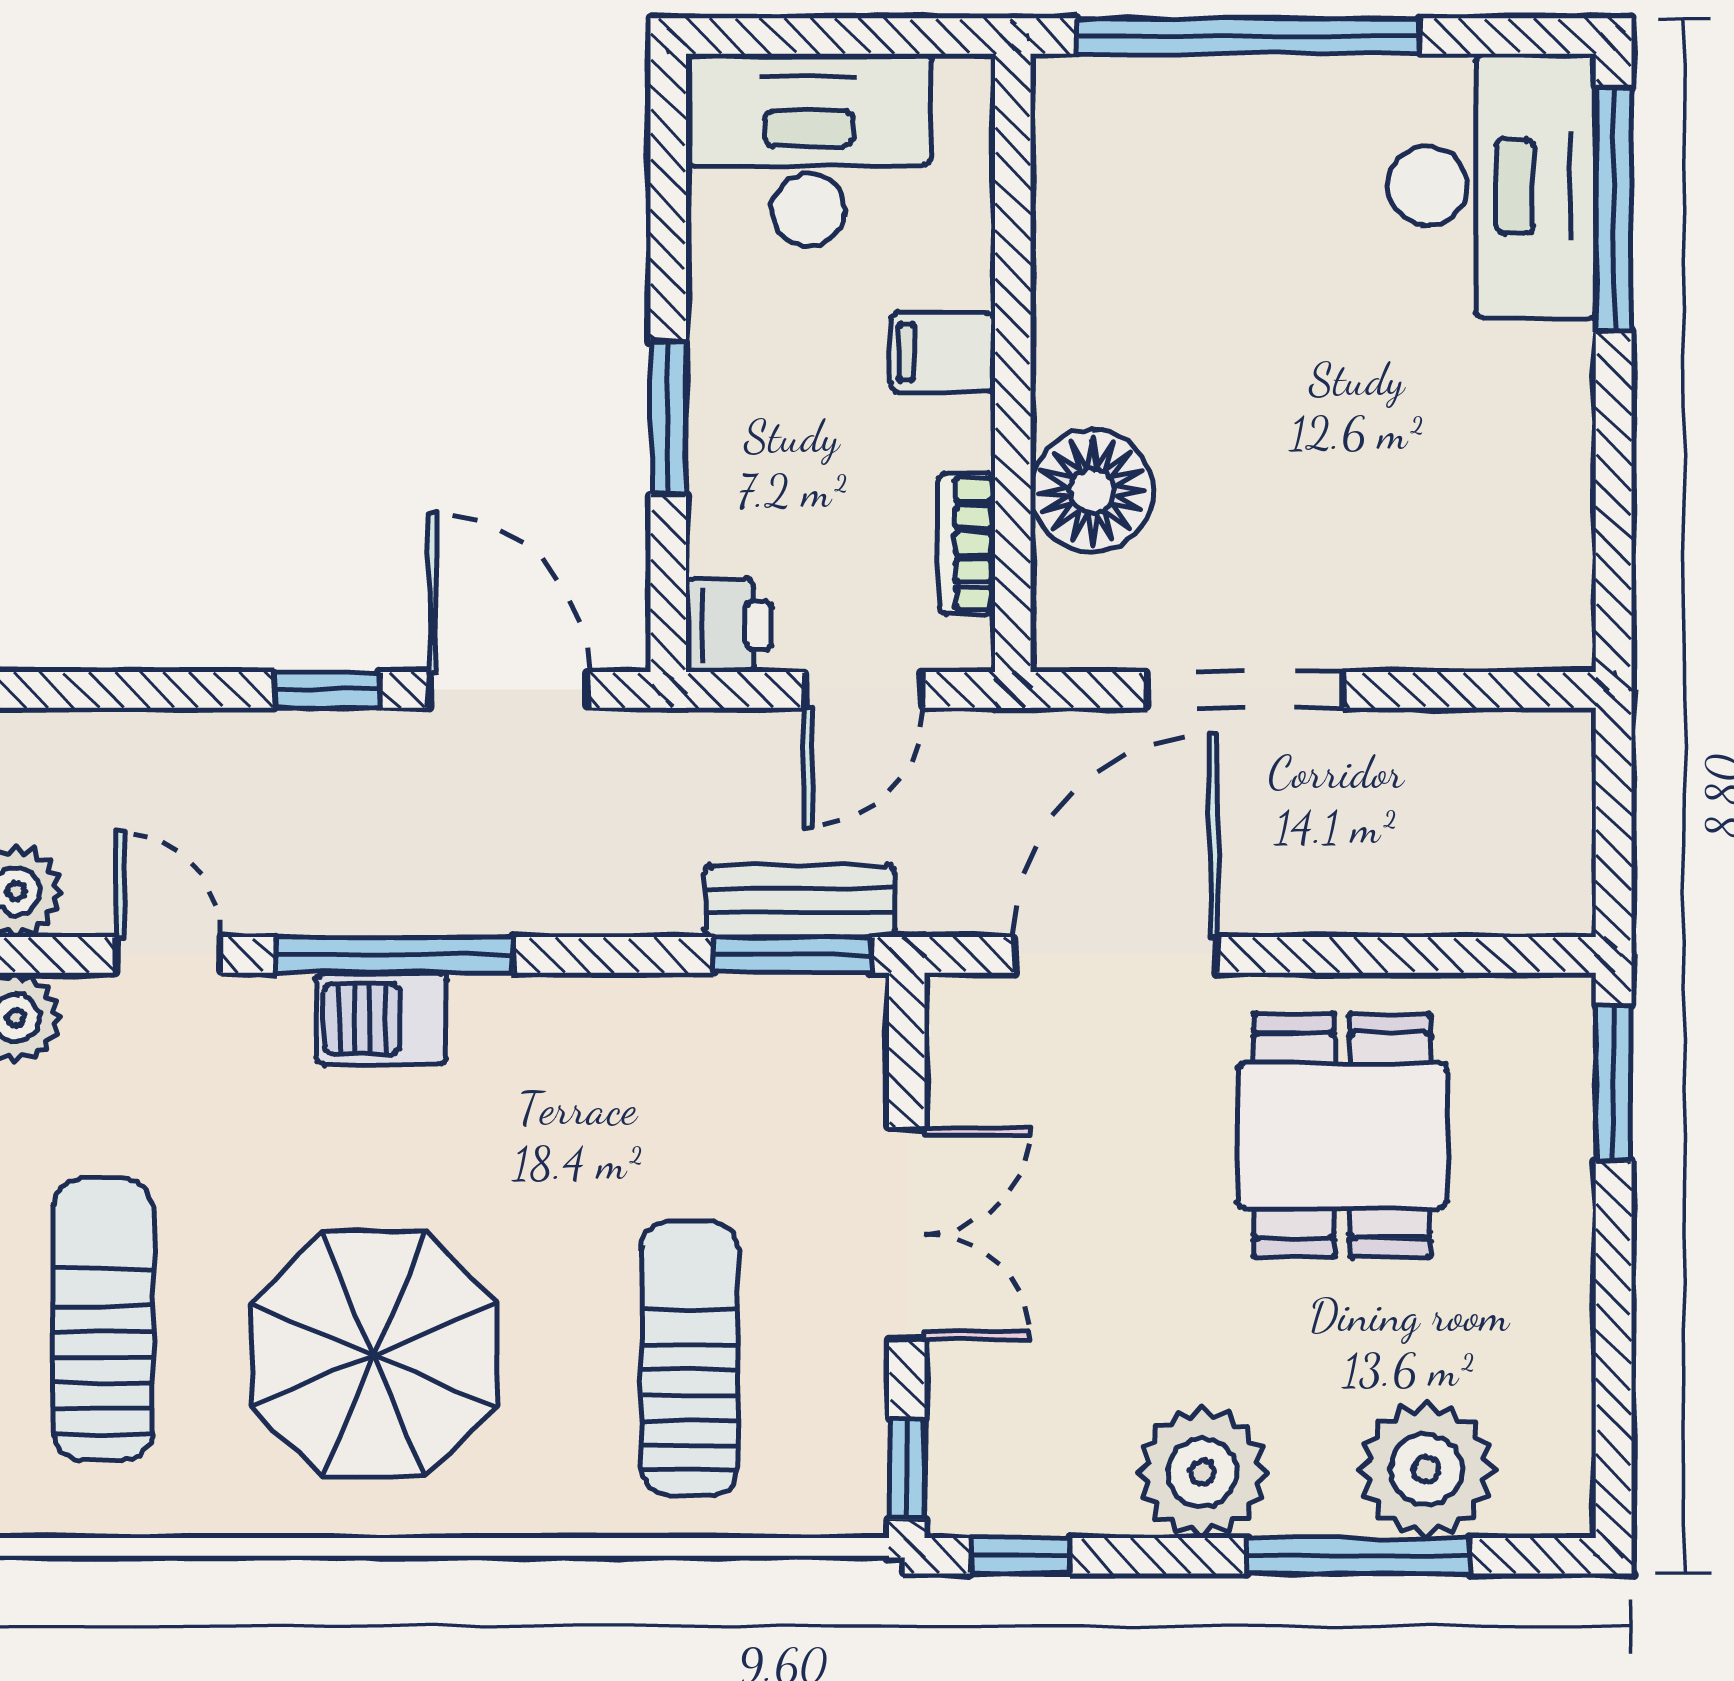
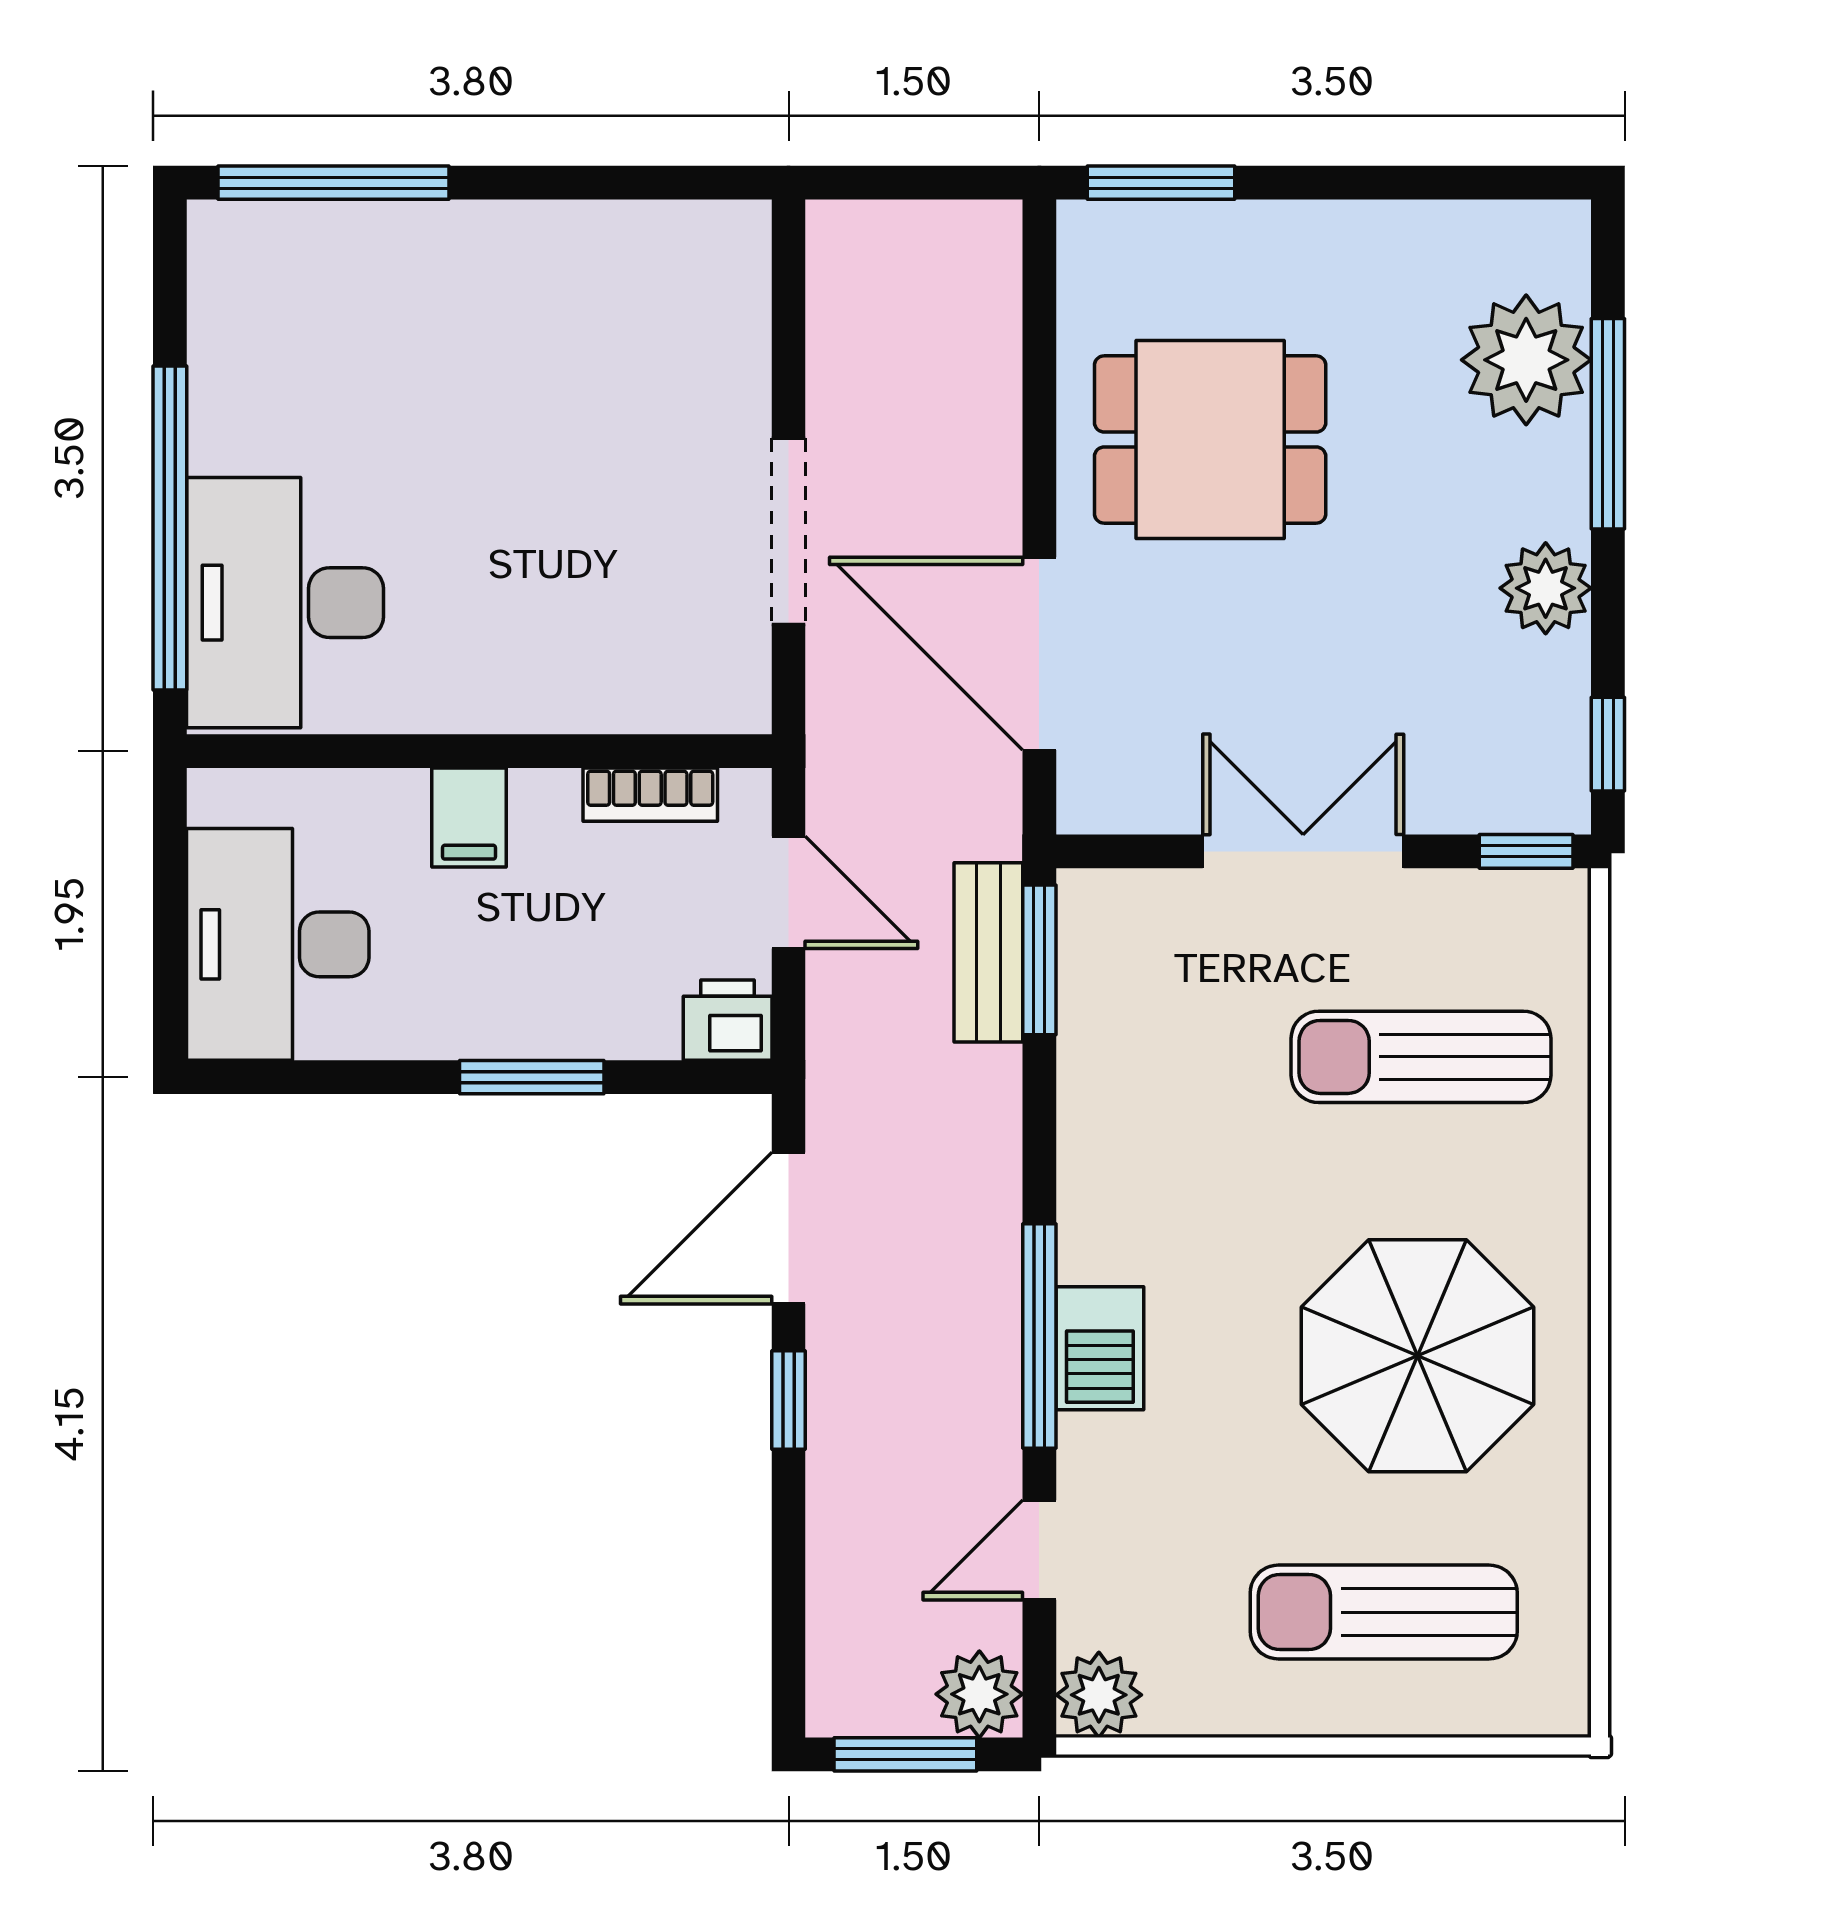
desk: (1492, 186) -> (285, 603), moved, turned -90
floor lamp: (1092, 491) -> (600, 676), removed
plant: (1202, 1472) -> (1546, 588), width x0.73, depth x0.73

